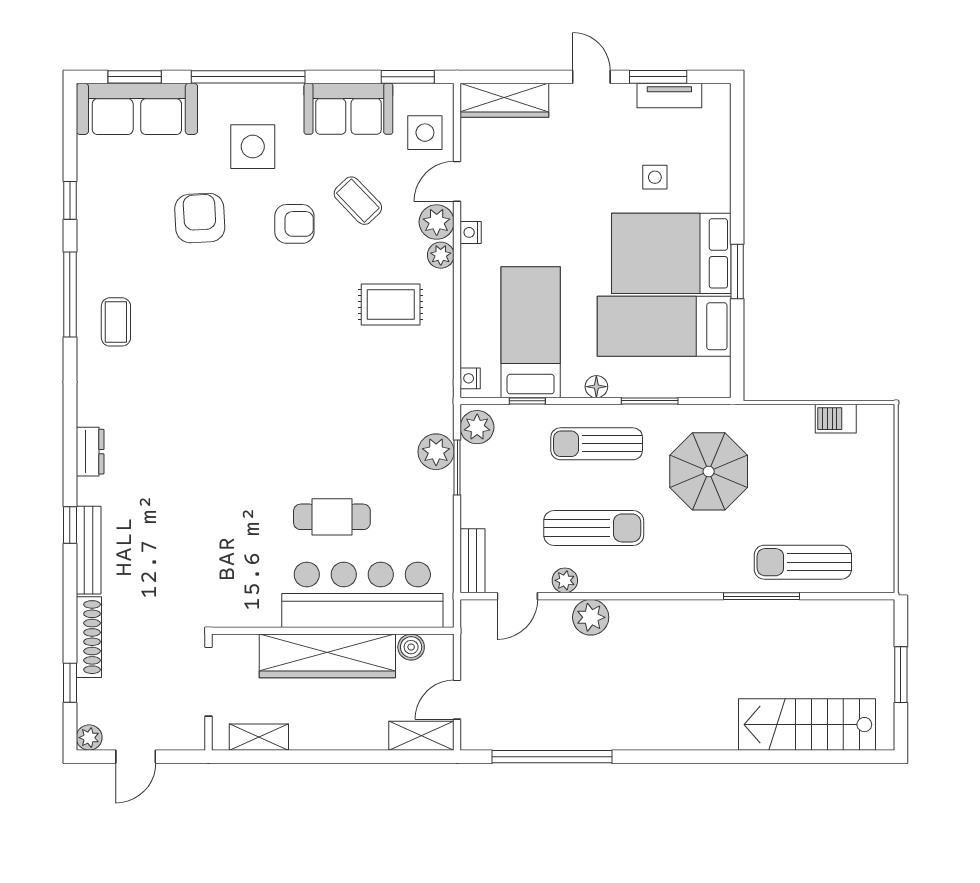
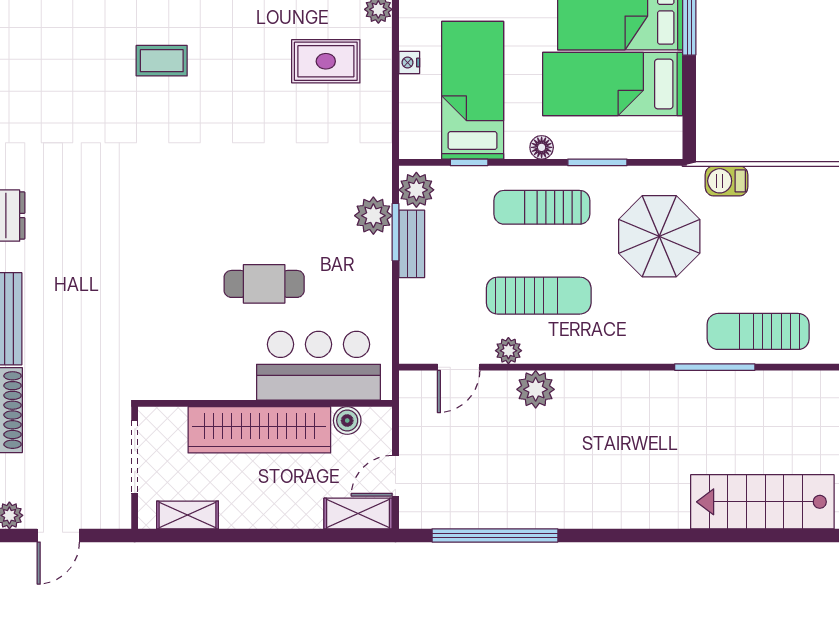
coffee table: (116, 322) -> (162, 61), moved, turned 90
nightstand: (470, 378) -> (409, 63), moved
barbecue: (836, 419) -> (727, 181), moved
bench: (473, 561) -> (412, 244), moved
bar counter: (362, 595) -> (319, 366), width x0.73

